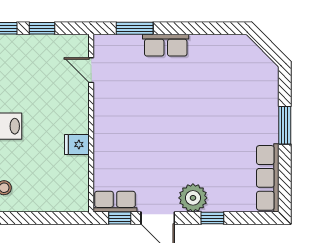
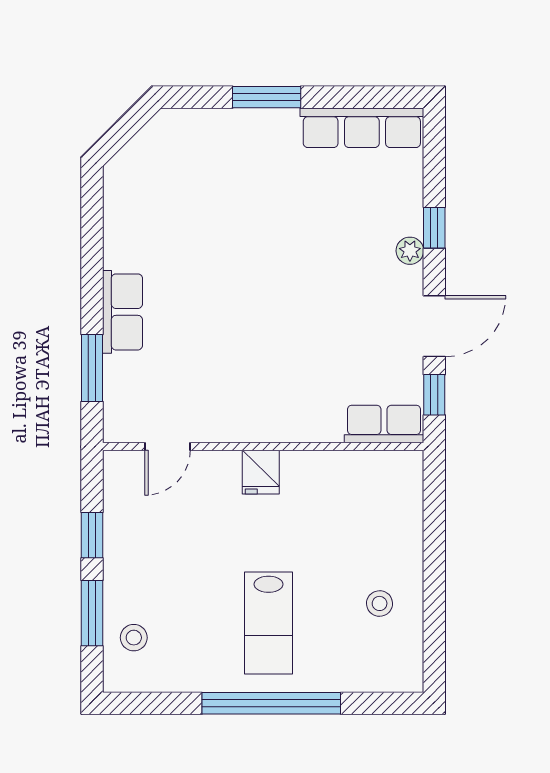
fridge: (77, 144) -> (261, 472), moved
plant: (193, 198) -> (410, 251), width x0.53, depth x0.53
row of seats: (115, 202) -> (384, 424), moved, turned 90

